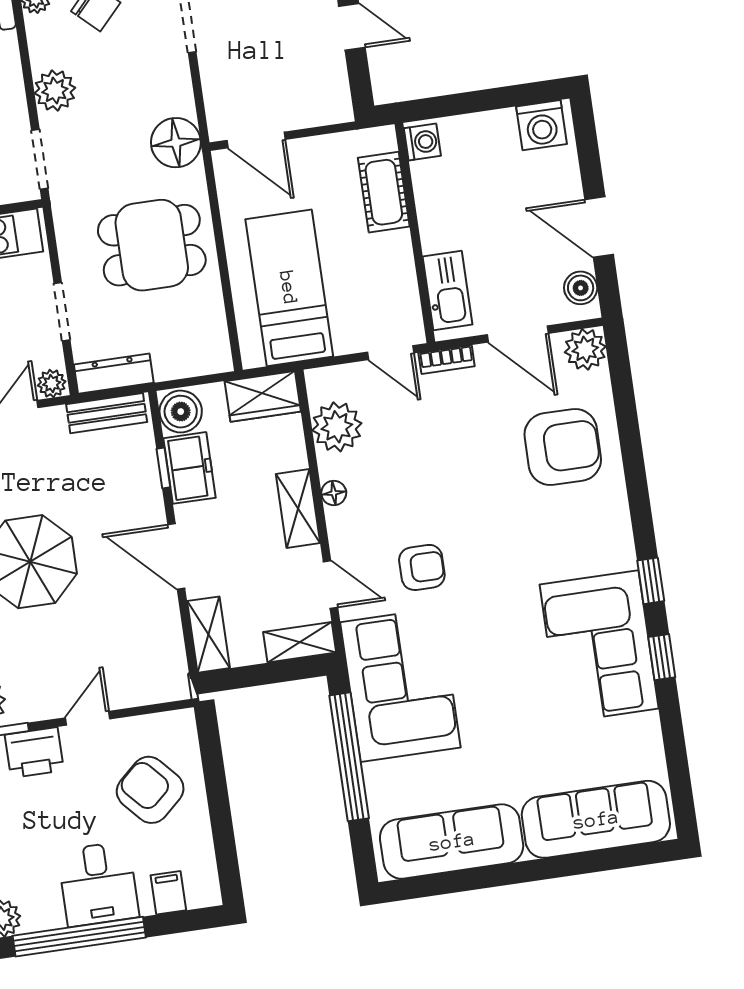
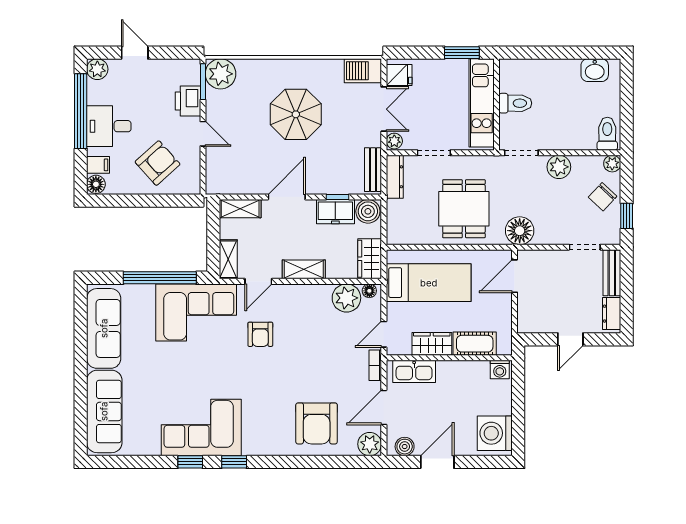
washing machine: (542, 125) -> (495, 433), width x1.37, depth x1.37
wardrobe: (395, 267) -> (432, 344), added
floor lamp: (334, 493) -> (369, 291), moved
floor lamp: (203, 892) -> (96, 184), added

